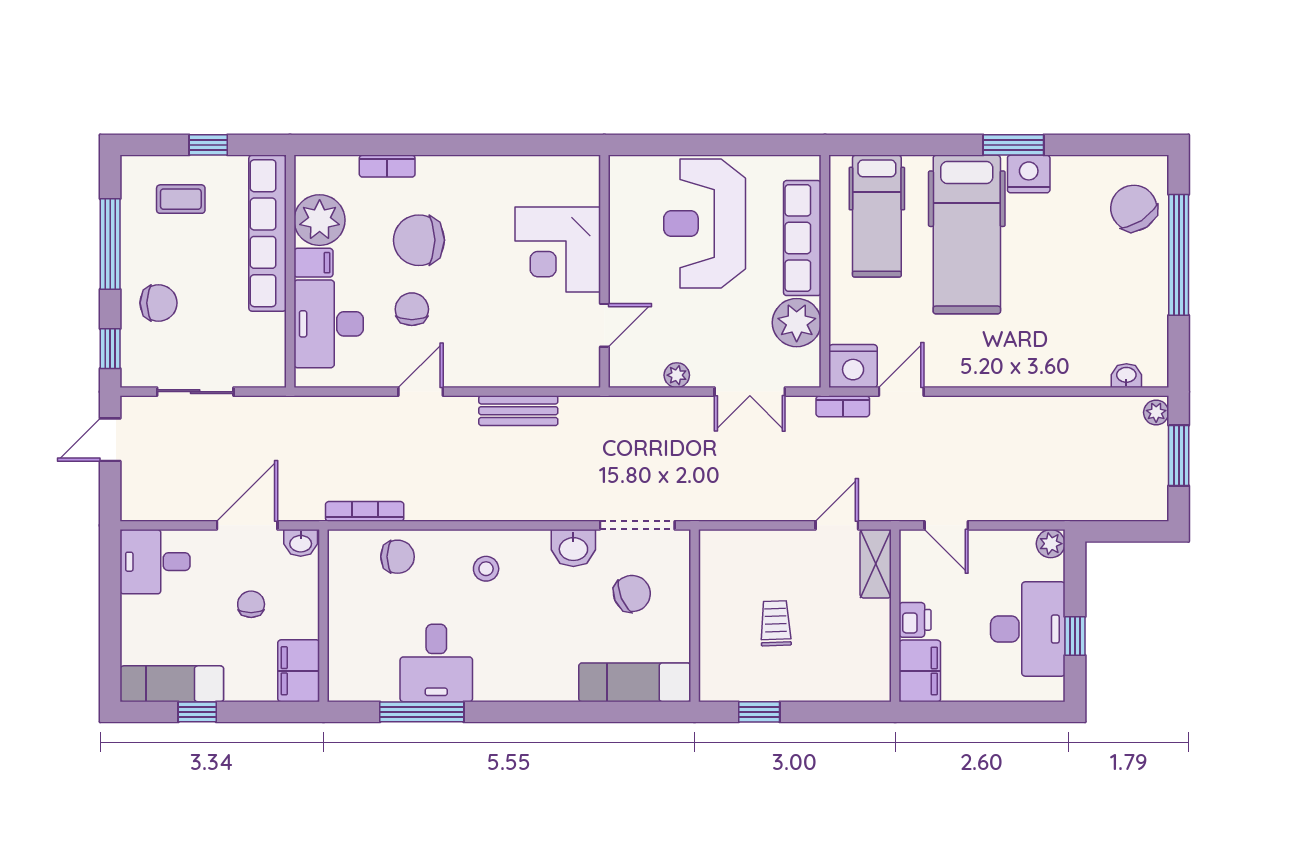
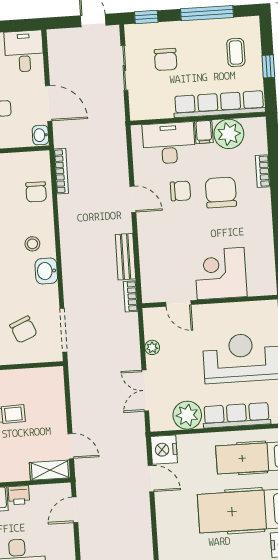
chair: (158, 303) -> (166, 59), moved
bookcase: (843, 406) -> (131, 296), moved
washbasin: (573, 548) -> (46, 271), moved

